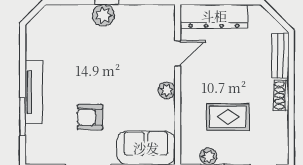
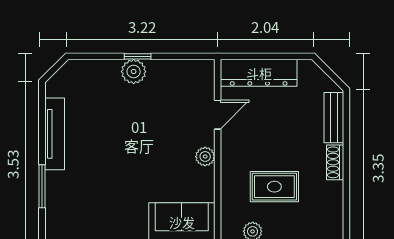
tv unit: (34, 92) -> (55, 134), moved
armchair: (90, 117) -> (118, 187), removed

